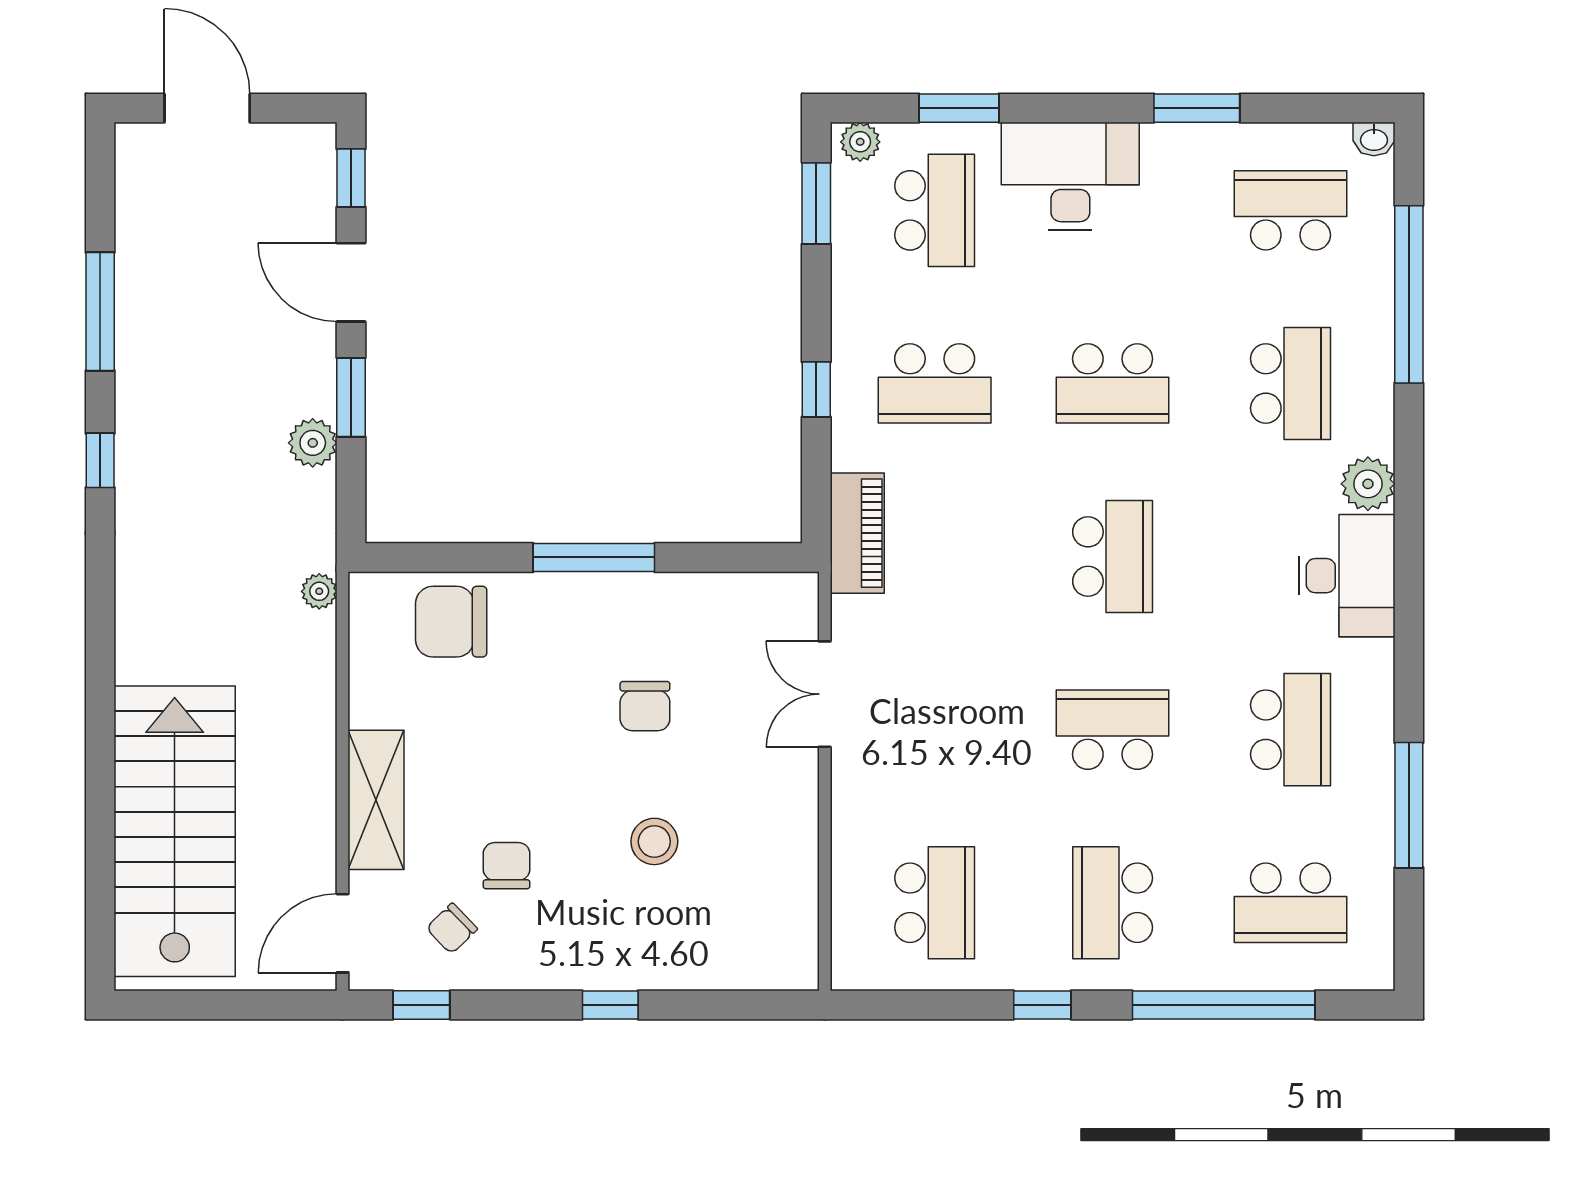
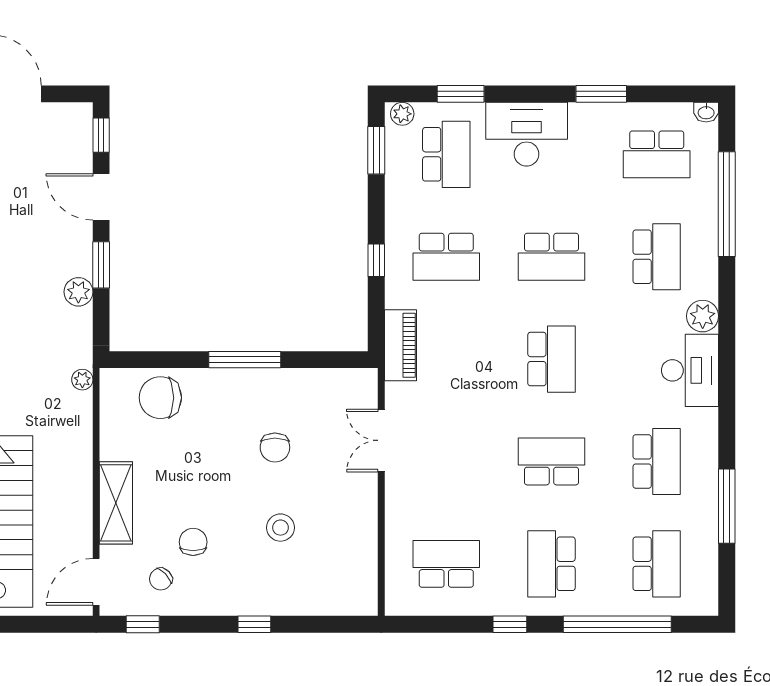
school desk: (1290, 210) -> (657, 154), turned 180
school desk: (935, 903) -> (446, 564), turned -90
school desk: (1290, 903) -> (657, 564), turned -90

